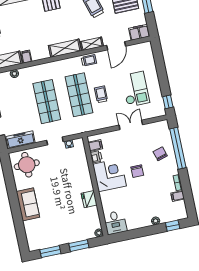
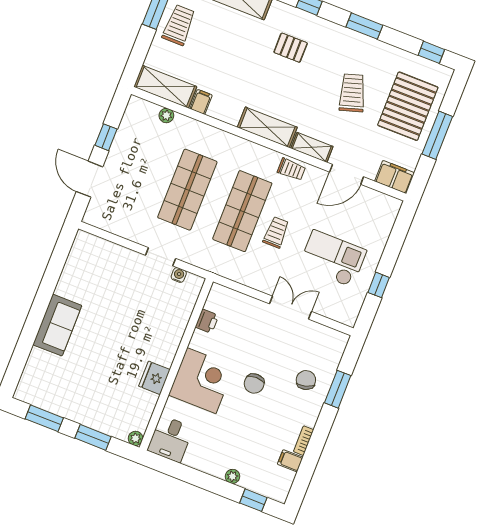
checkout: (135, 89) -> (333, 259), turned -90
window: (168, 102) -> (379, 285), moved
freezer: (20, 140) -> (110, 221), removed
filing cabinet: (95, 145) -> (217, 303), removed
window: (178, 148) -> (338, 389), width x0.47
round table: (27, 165) -> (95, 265), removed
corner desk: (110, 175) -> (201, 381), moved

